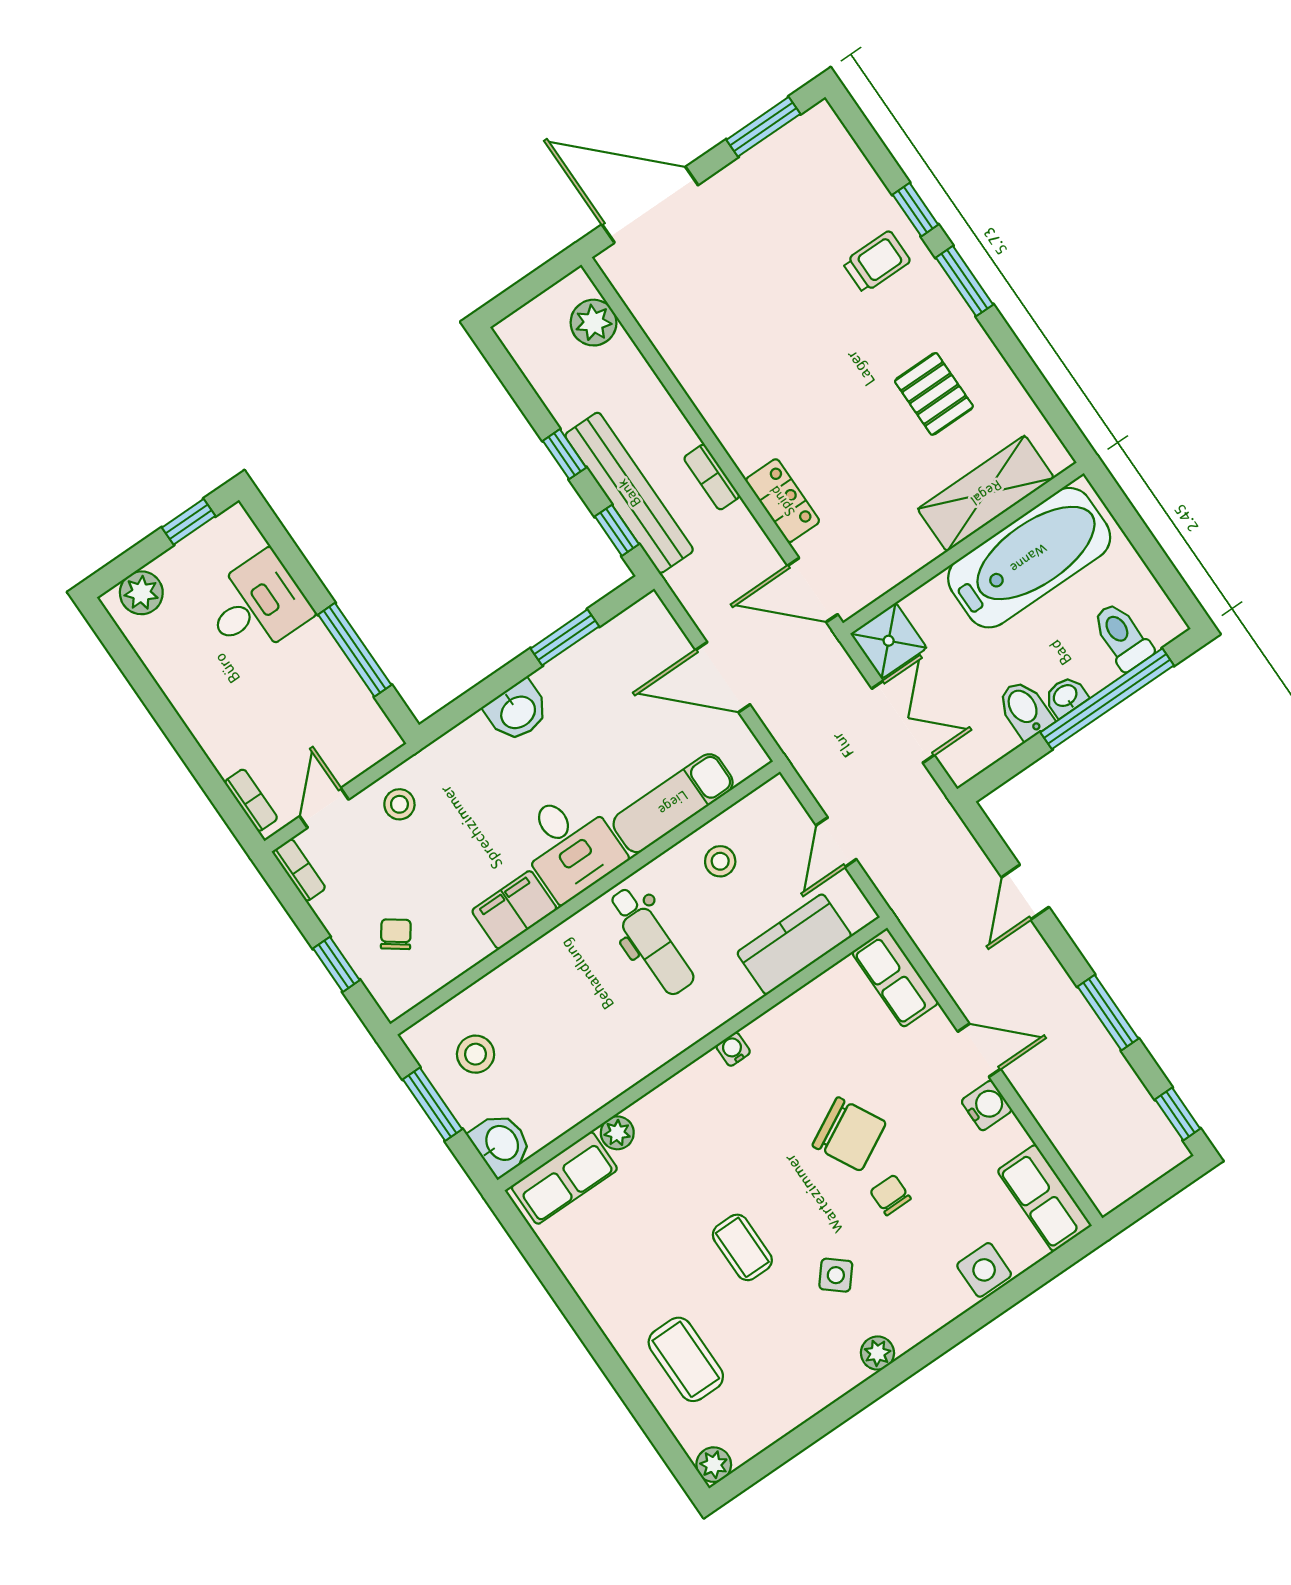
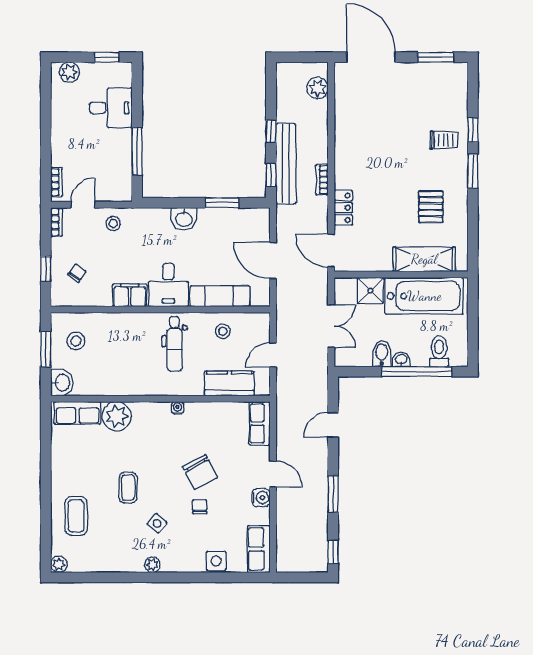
shower: (889, 641) -> (370, 291), moved
plant: (617, 1133) -> (117, 416), width x1.87, depth x1.87

